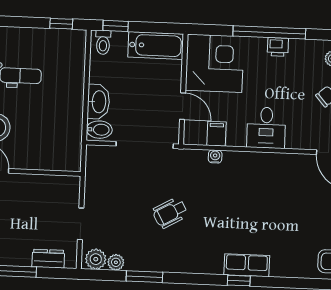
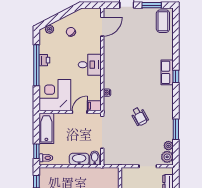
filing cabinet: (217, 134) -> (94, 106), moved

